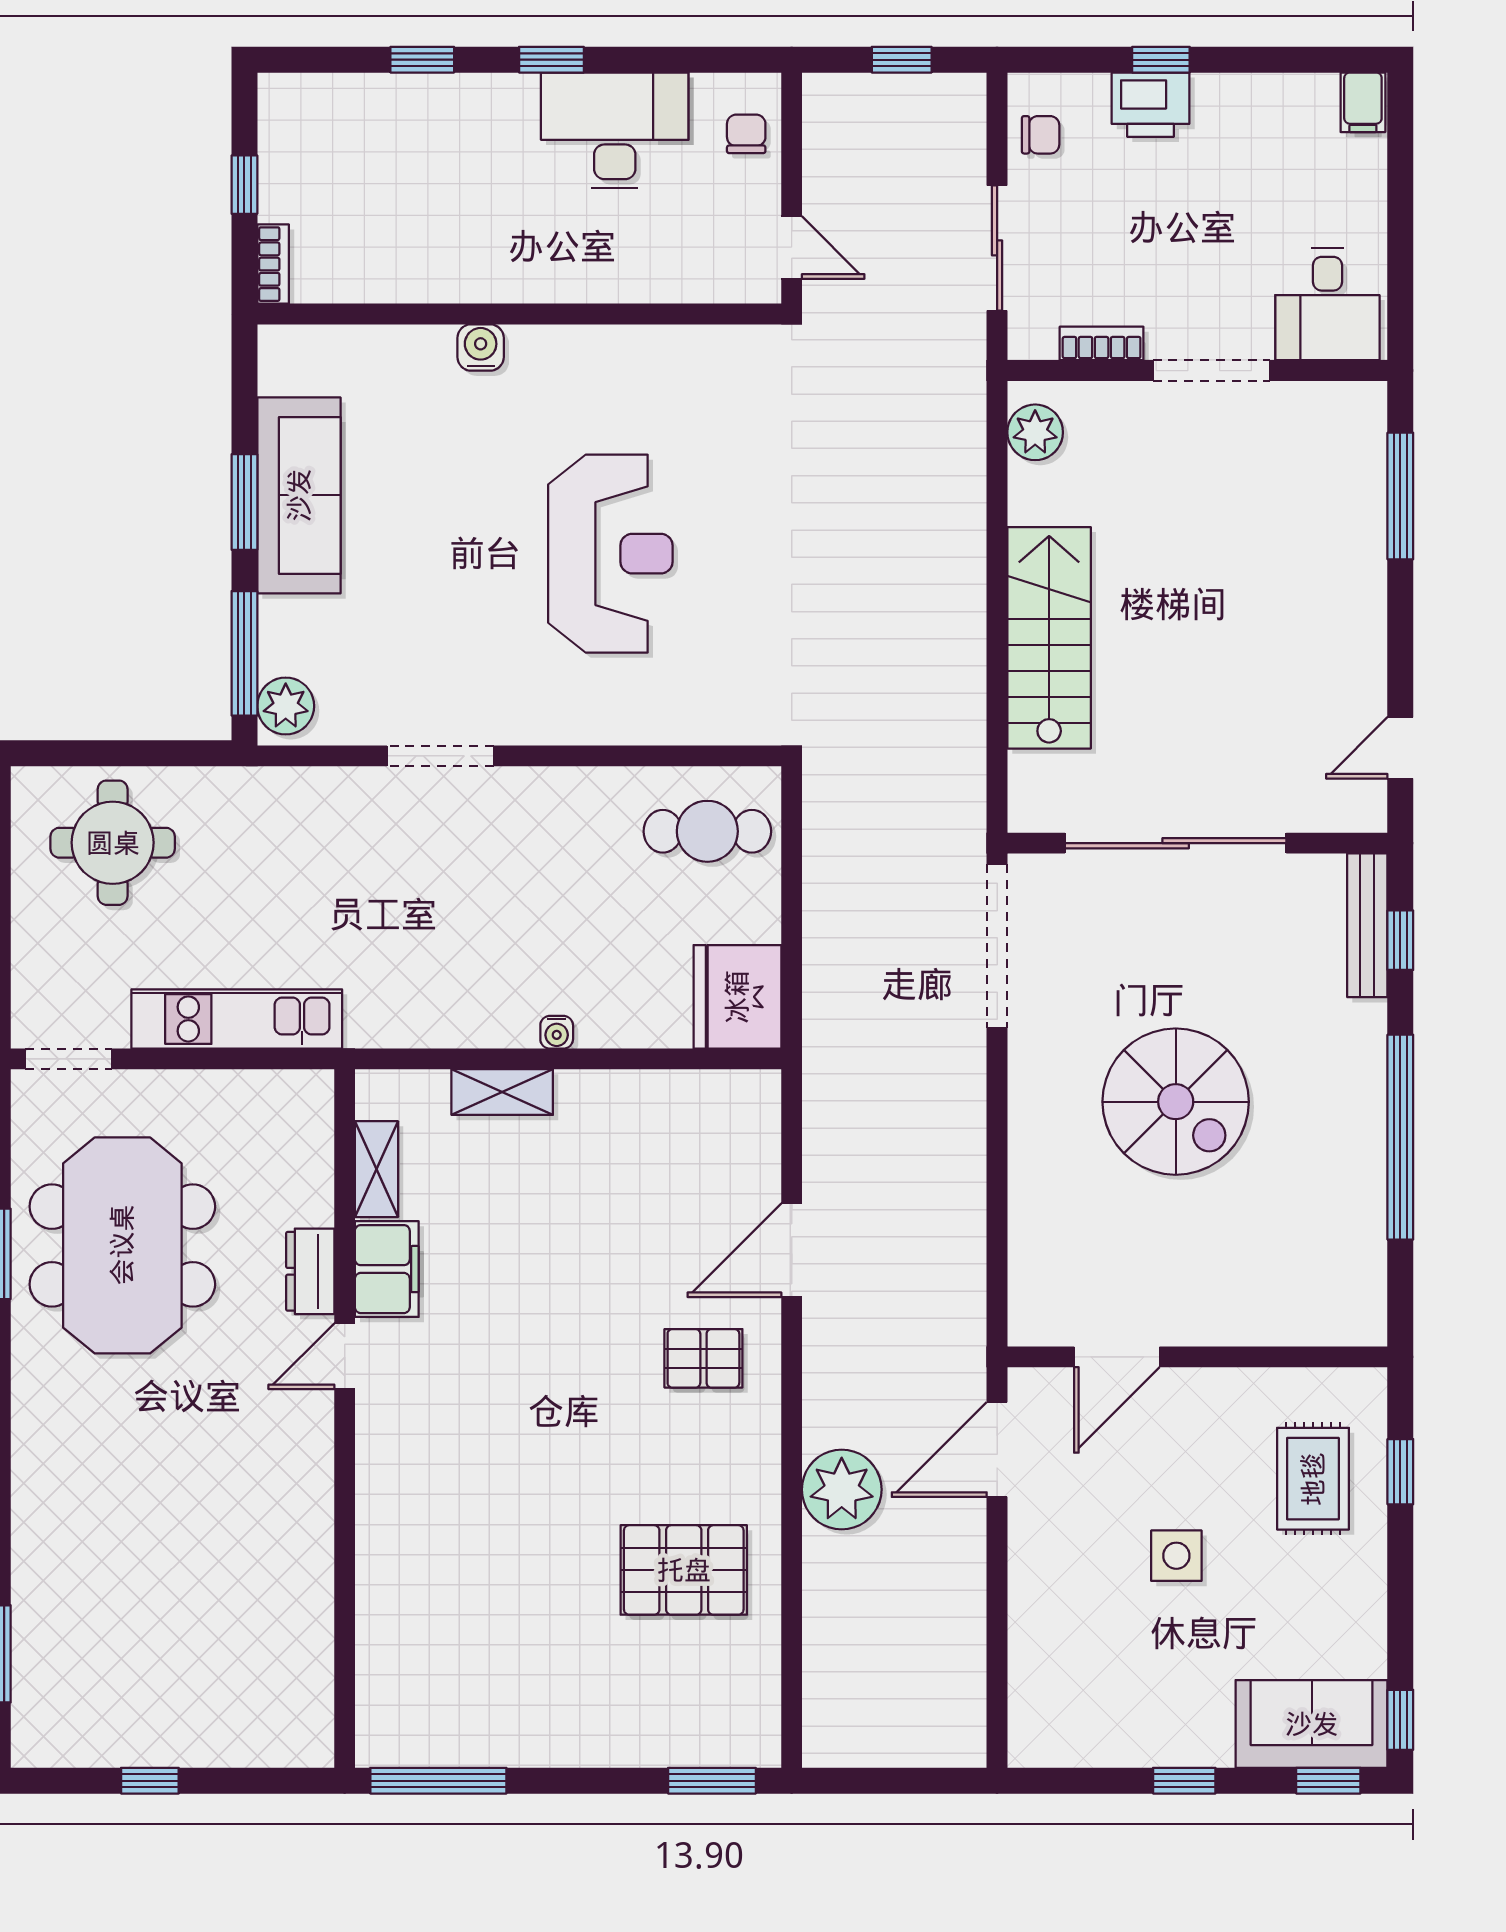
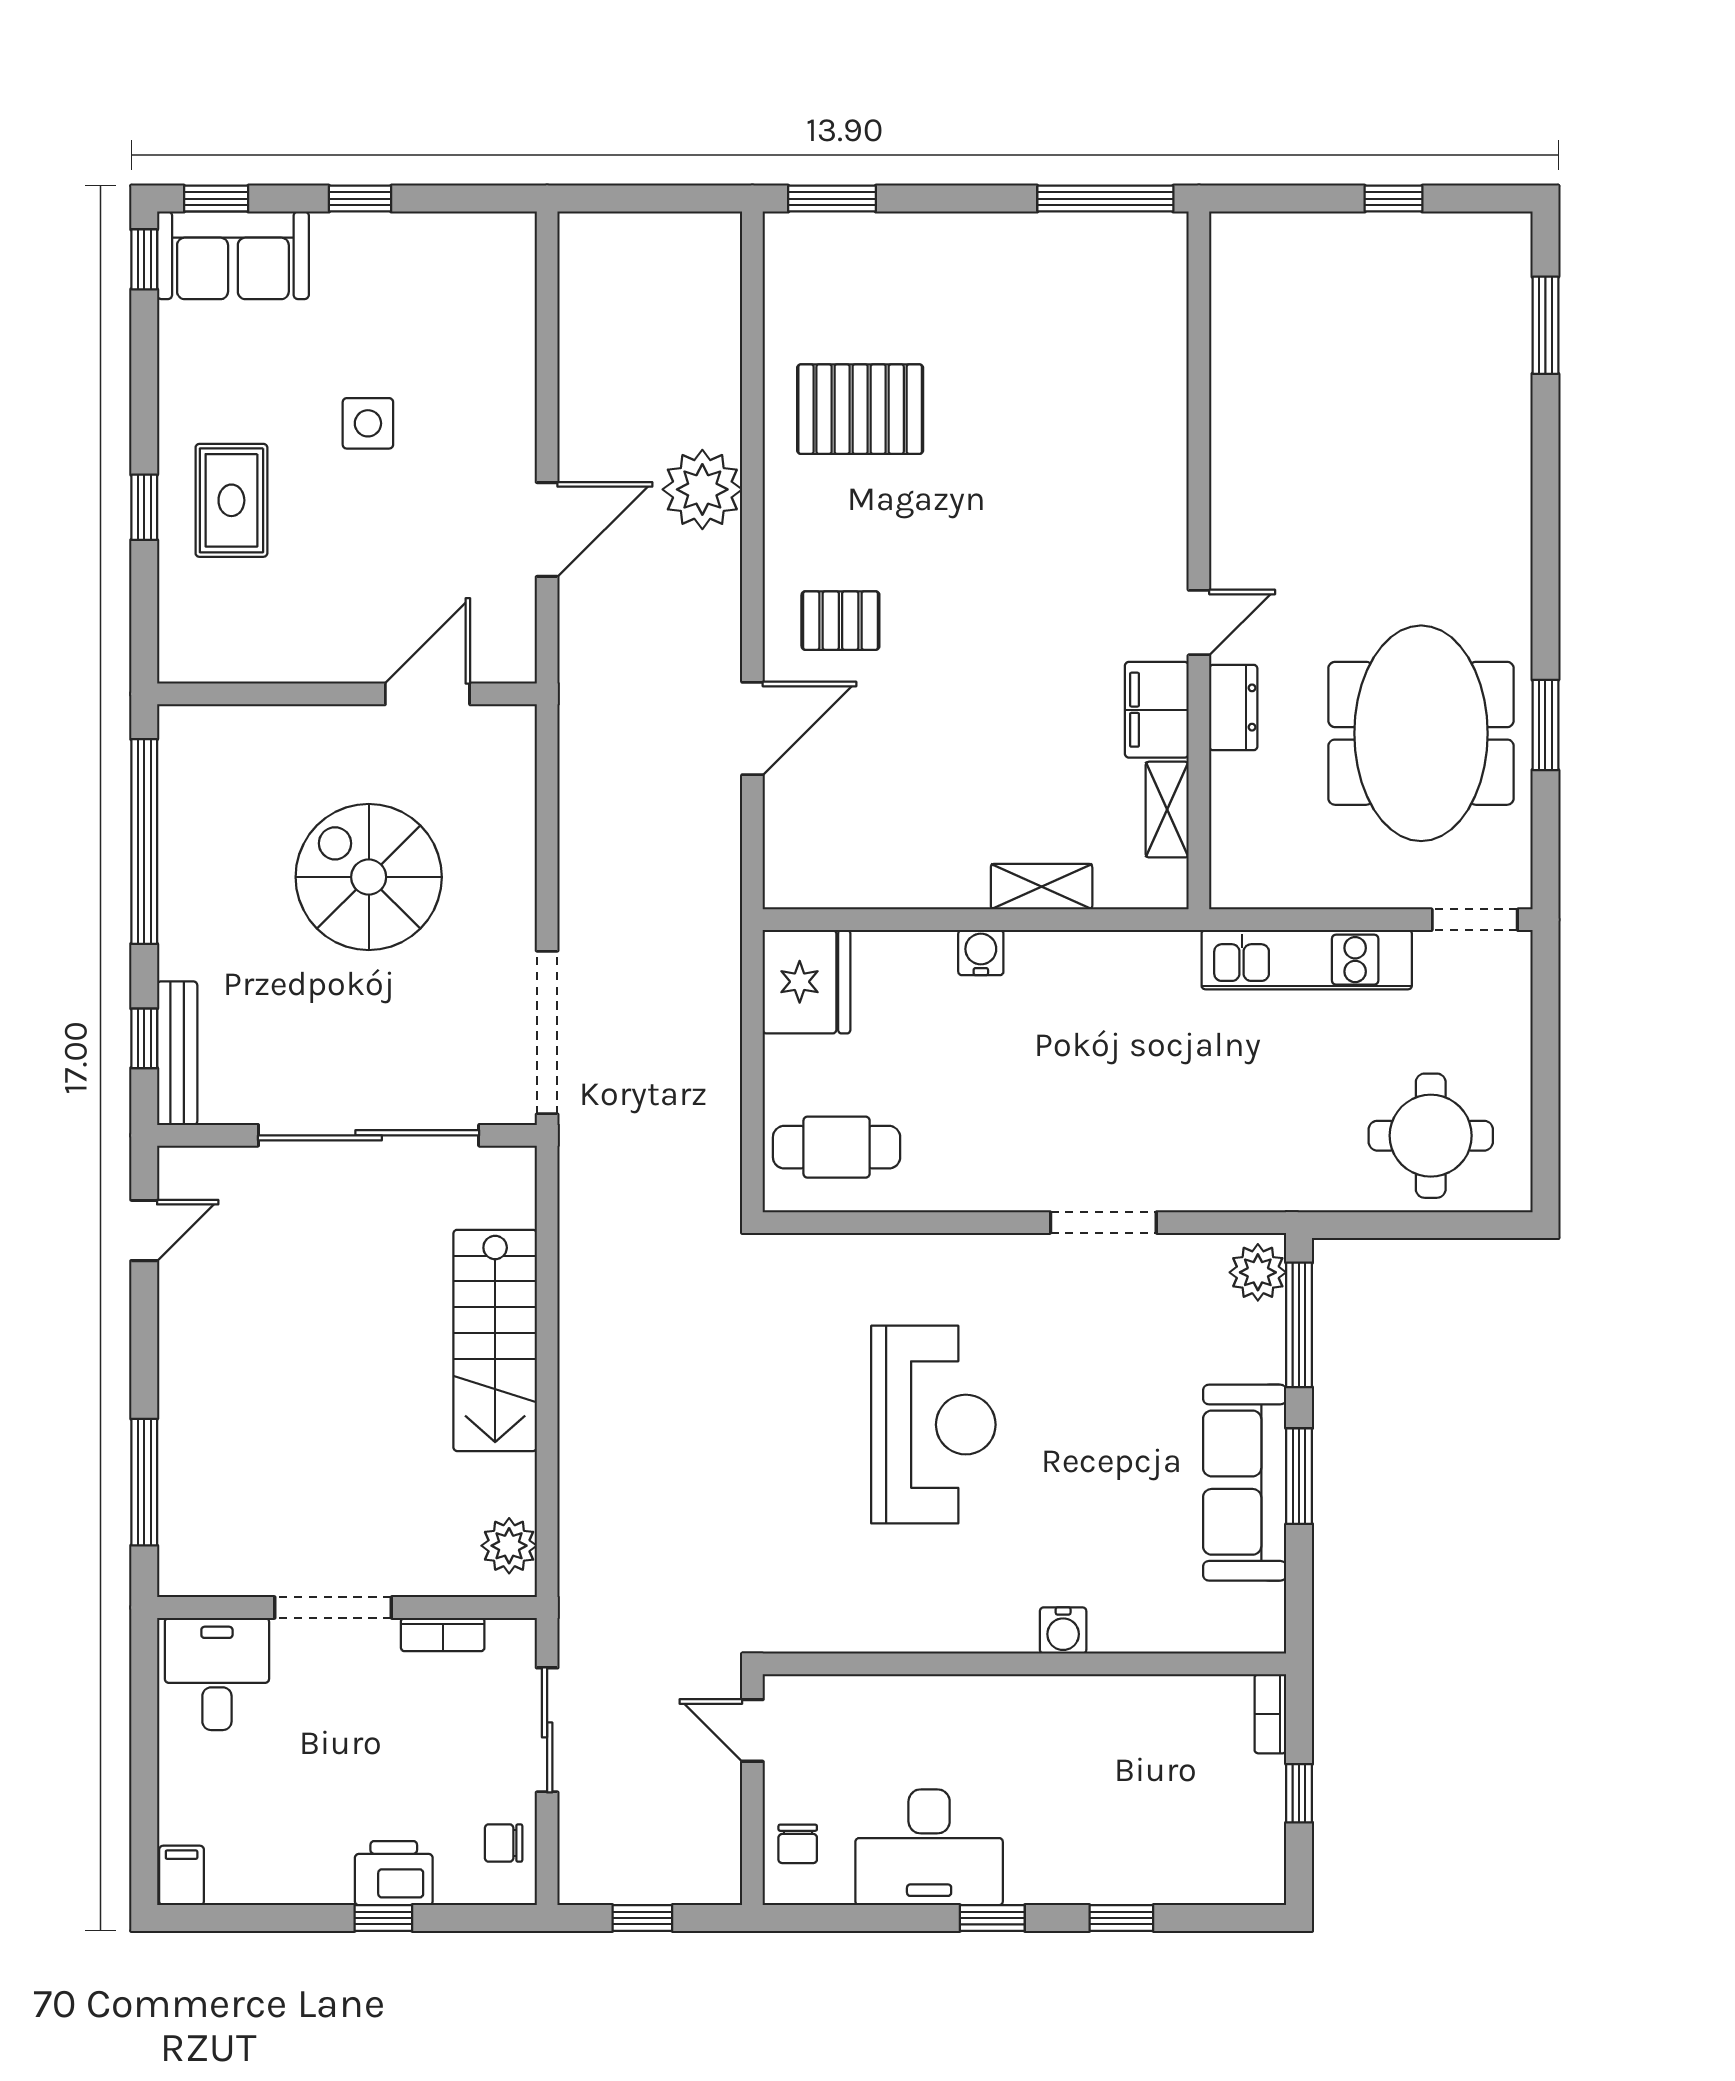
reception desk: (610, 554) -> (933, 1425), turned 180
water cooler: (557, 1032) -> (981, 953), width x1.38, depth x1.38
door: (1117, 1357) -> (427, 694), moved
wall: (1197, 1357) -> (347, 694), moved

